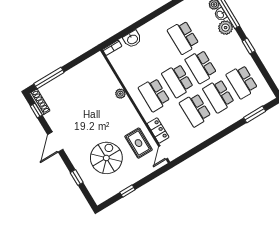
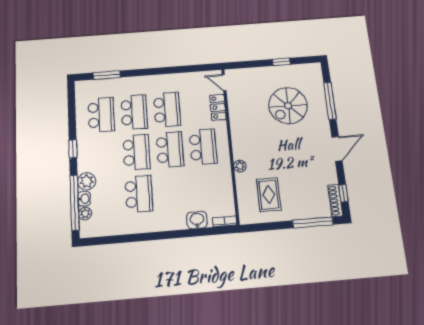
rug: (139, 143) -> (269, 195), moved
door: (163, 153) -> (224, 83), swing flipped
window: (77, 177) -> (330, 101), width x2.17

